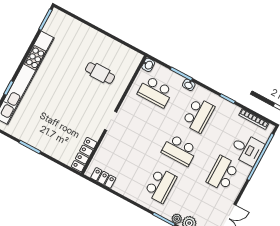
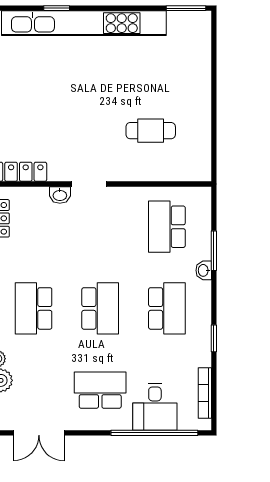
washbasin: (148, 65) -> (60, 195), moved
cafe table: (100, 73) -> (151, 131), turned 90
school desk: (198, 115) -> (167, 308), turned -90
school desk: (179, 150) -> (100, 308), turned 180
school desk: (161, 185) -> (34, 308), turned 90

